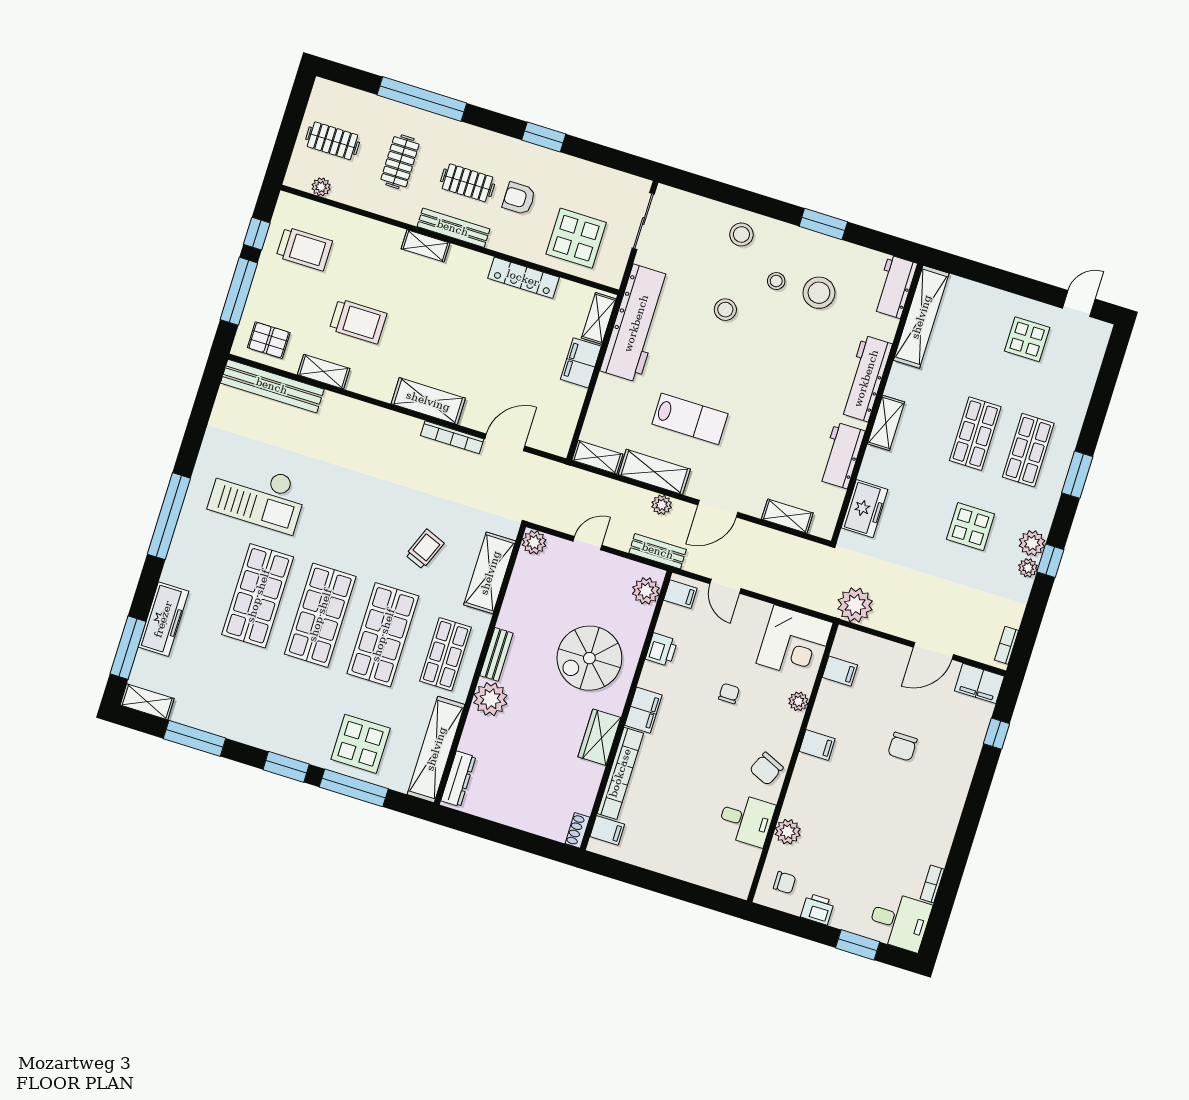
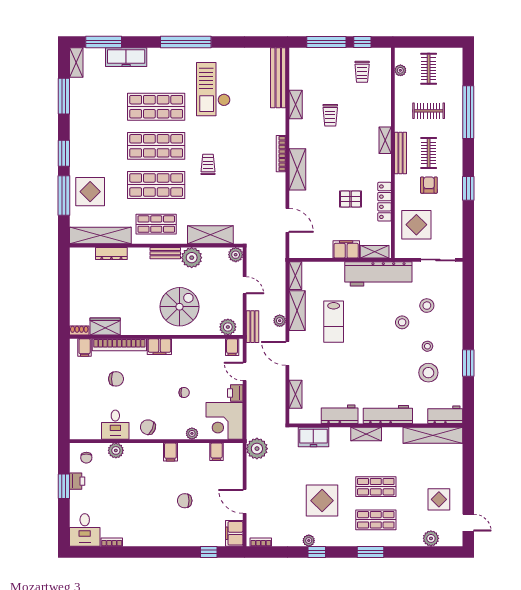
stool: (741, 234) -> (427, 306), moved
trolley: (304, 249) -> (362, 72), width x0.73, depth x0.72
trolley: (358, 321) -> (330, 115), width x0.73, depth x0.72
pallet: (269, 340) -> (351, 199), moved, turned 90
bookcase: (452, 437) -> (281, 154), moved
display table: (971, 527) -> (322, 501), width x1.36, depth x1.36
plant: (1032, 543) -> (431, 538), moved
trolley: (425, 549) -> (208, 164), moved, turned -112
door: (725, 586) -> (245, 371), hinge flipped
printer: (661, 650) -> (235, 393), moved, turned 90
spiral stairs: (589, 658) -> (180, 307), turned 90
plant: (490, 699) -> (192, 258), moved
wardrobe: (599, 737) -> (105, 326), moved
dresser: (458, 779) -> (111, 254), moved
chair: (673, 796) -> (116, 379), added
window: (858, 945) -> (64, 486), moved

